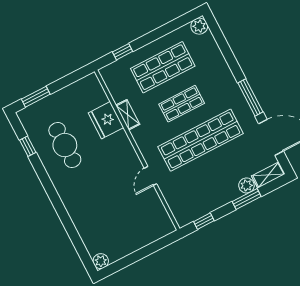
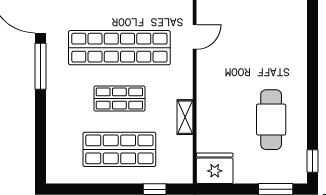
plant: (199, 26) -> (56, 174), removed
fridge: (106, 120) -> (215, 168), moved, turned -90
window: (28, 146) -> (313, 161), moved

